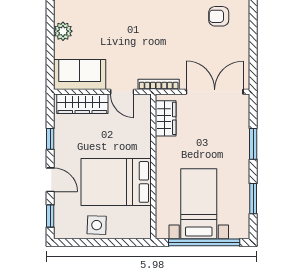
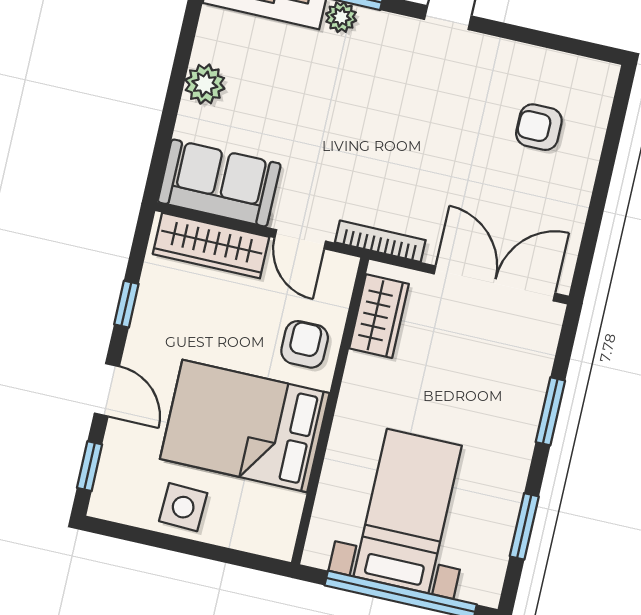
armchair: (135, 139) -> (305, 344), added

